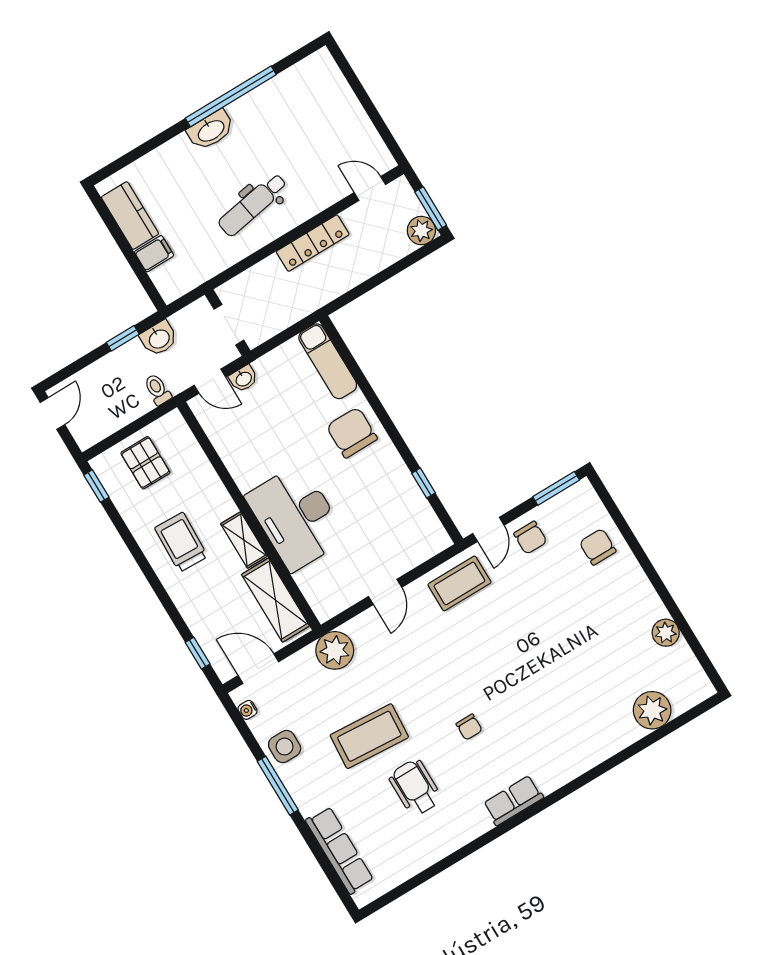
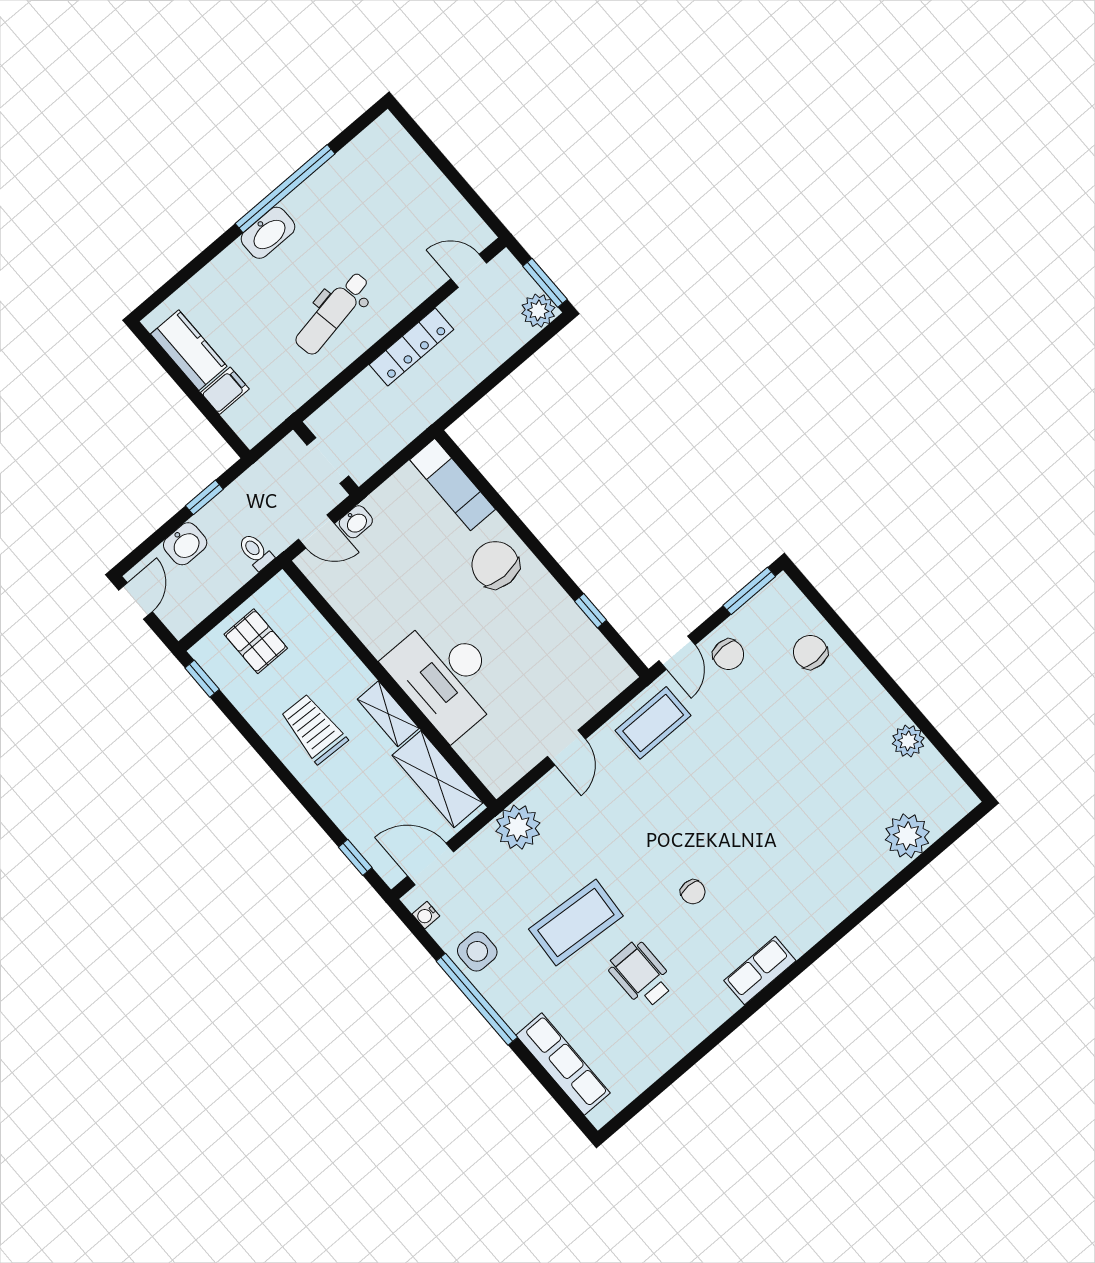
washbasin: (159, 338) -> (185, 544), moved
window: (278, 786) -> (477, 999), width x1.46

